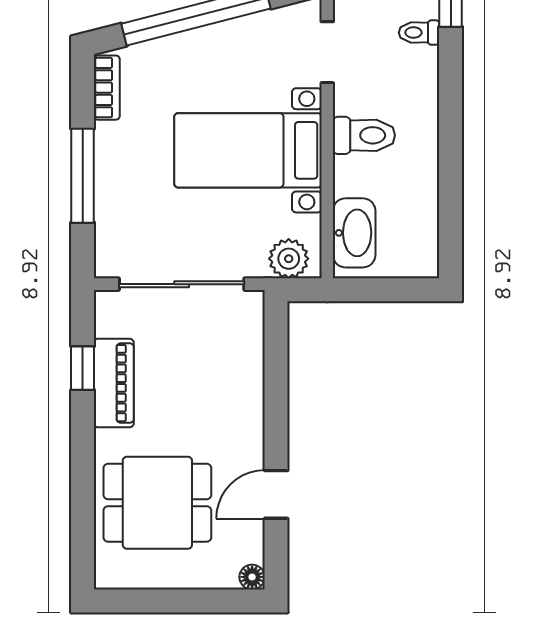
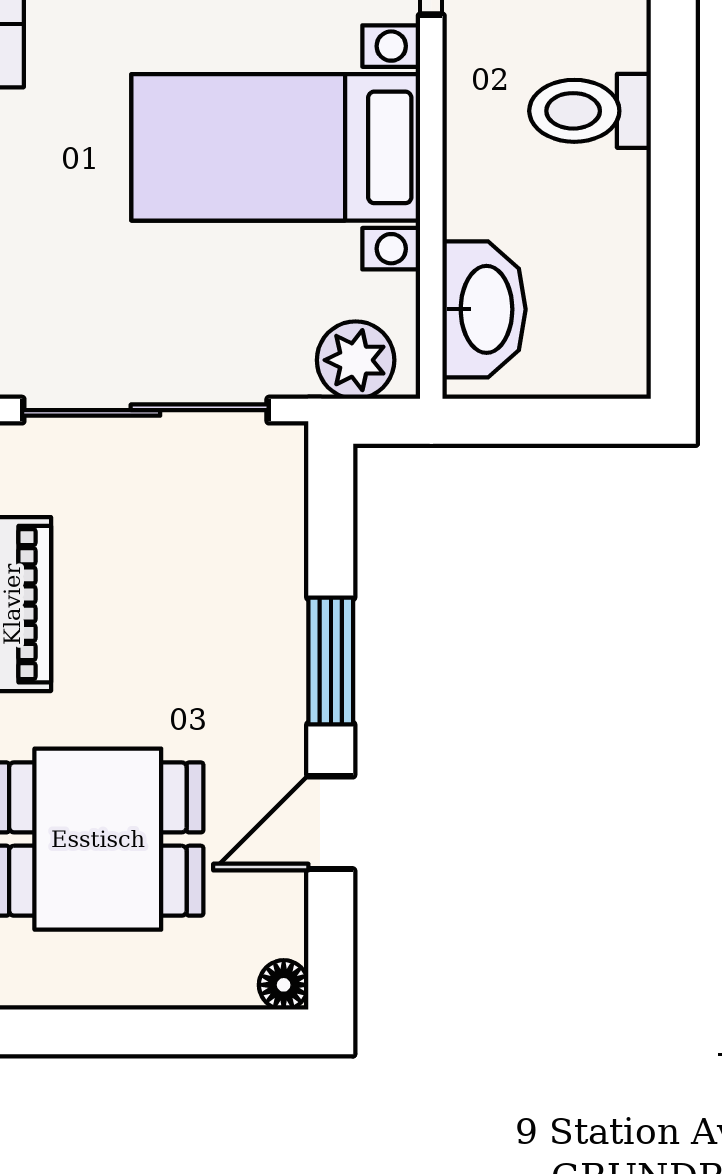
toilet: (364, 135) -> (590, 111), moved, turned 180
window: (276, 412) -> (331, 661), added

